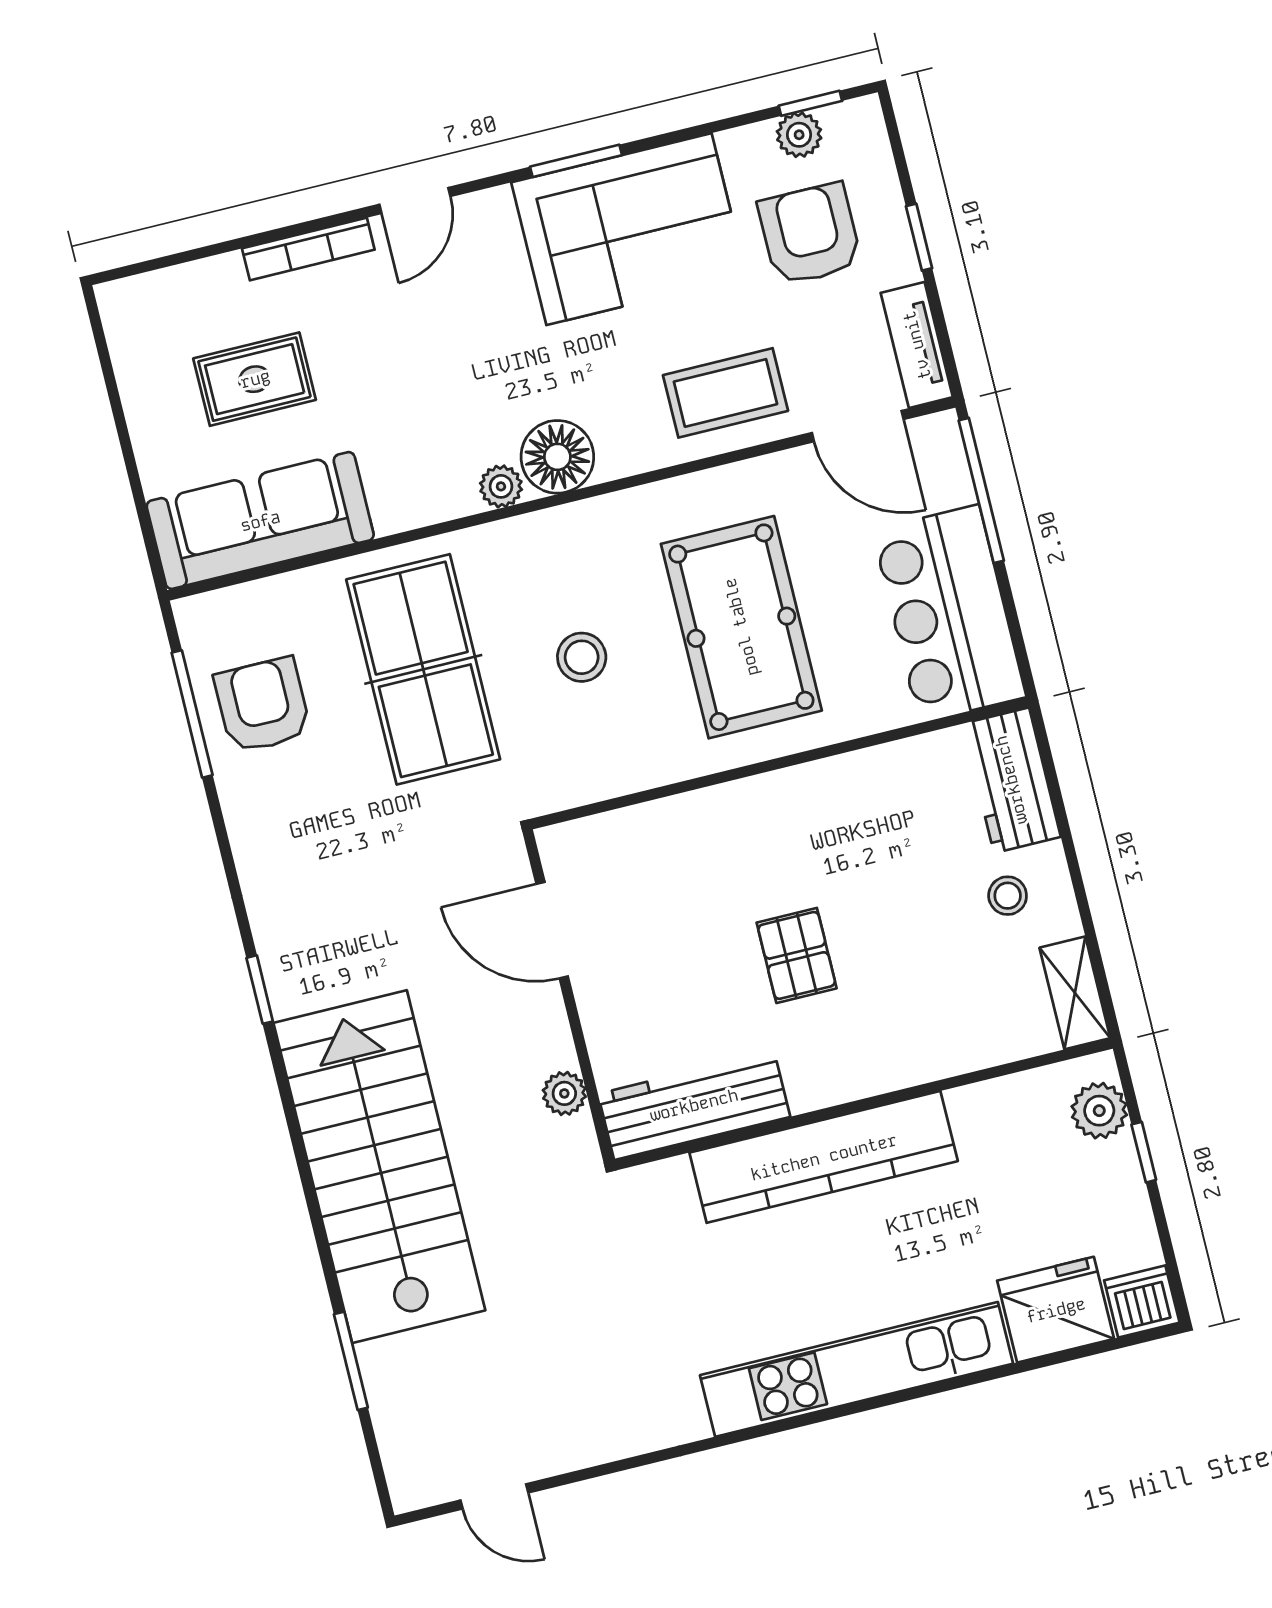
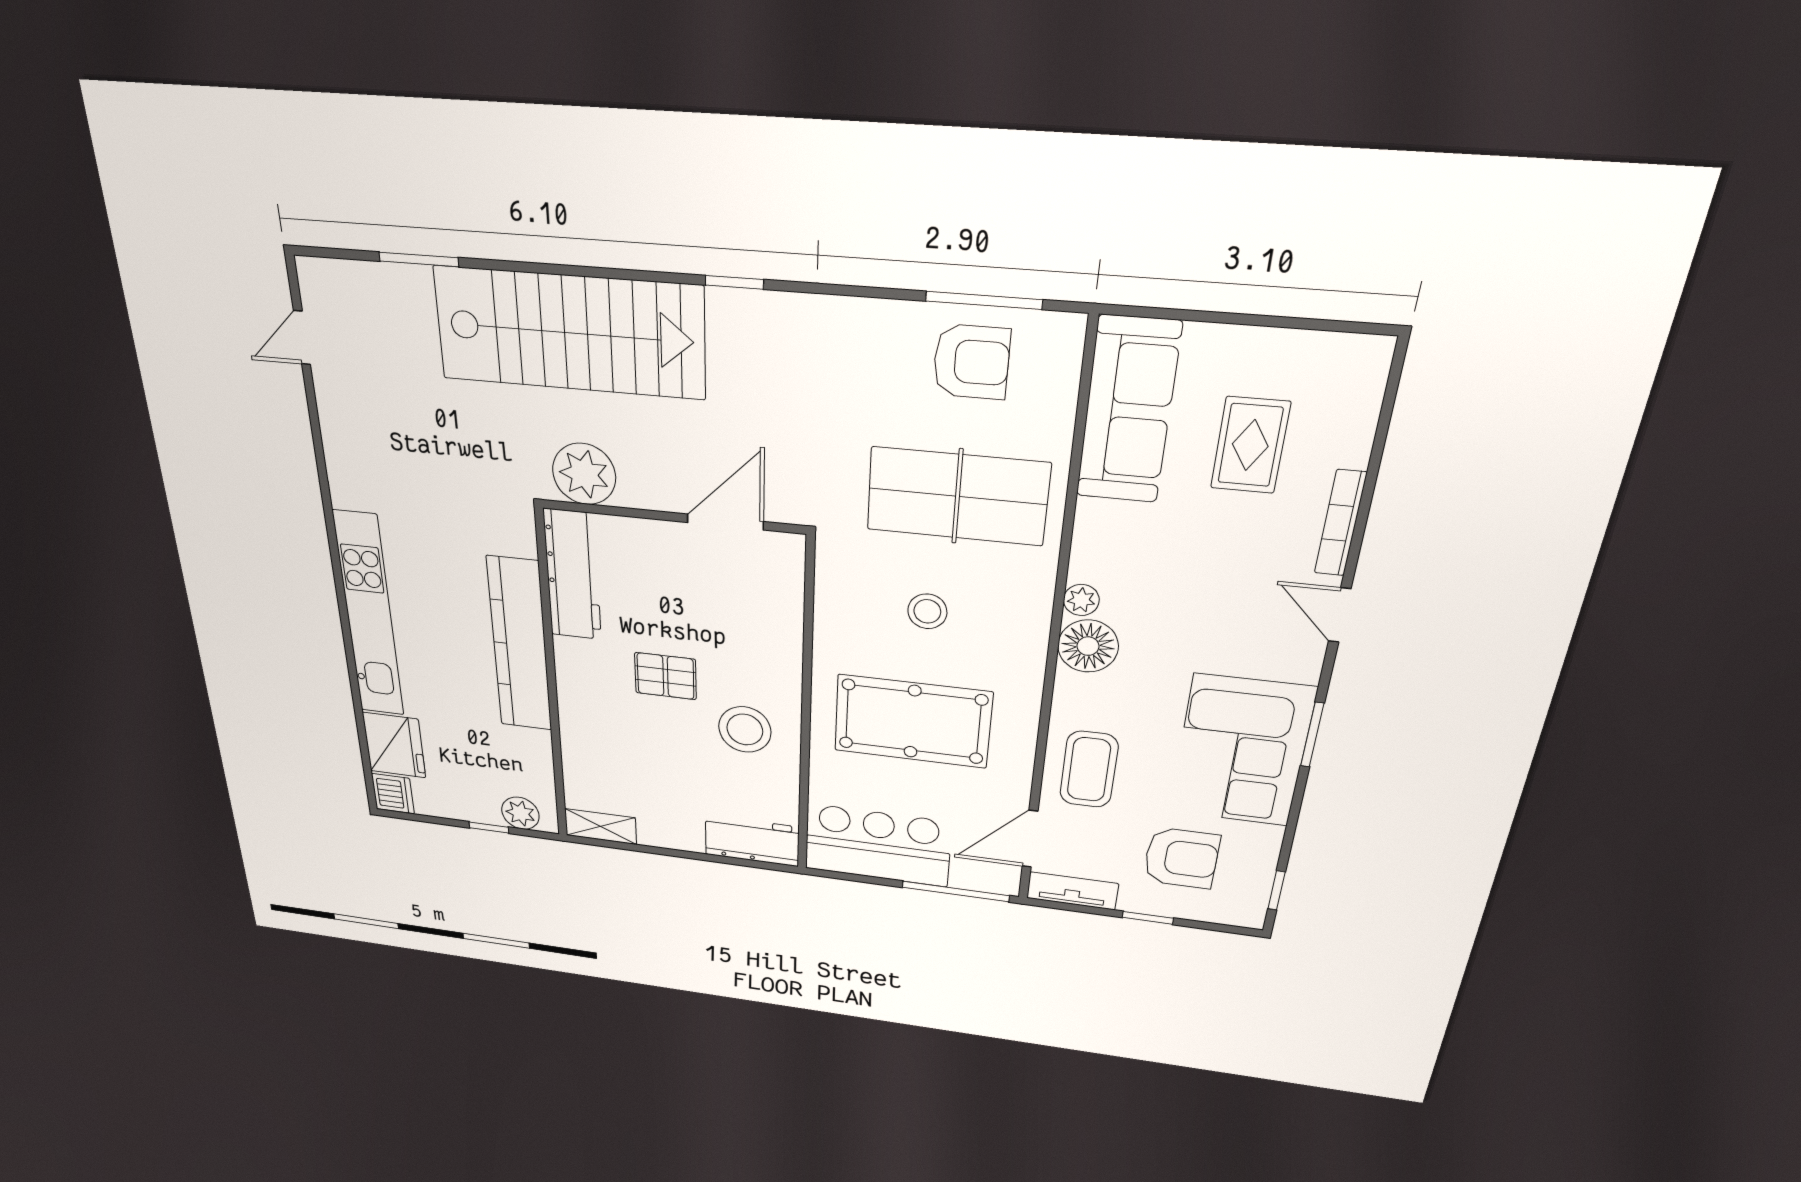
plant: (799, 135) -> (1257, 876), removed
stool: (1008, 896) -> (745, 729), moved, width x1.89, depth x1.89
plant: (564, 1093) -> (584, 474), width x1.88, depth x1.88

